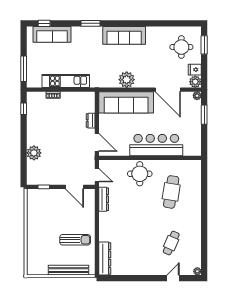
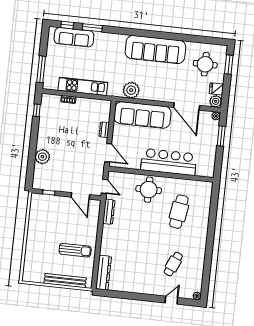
window: (91, 23) -> (92, 28), moved
sofa: (124, 35) -> (155, 49), width x1.36, depth x1.27
plant: (127, 80) -> (131, 90), moved

